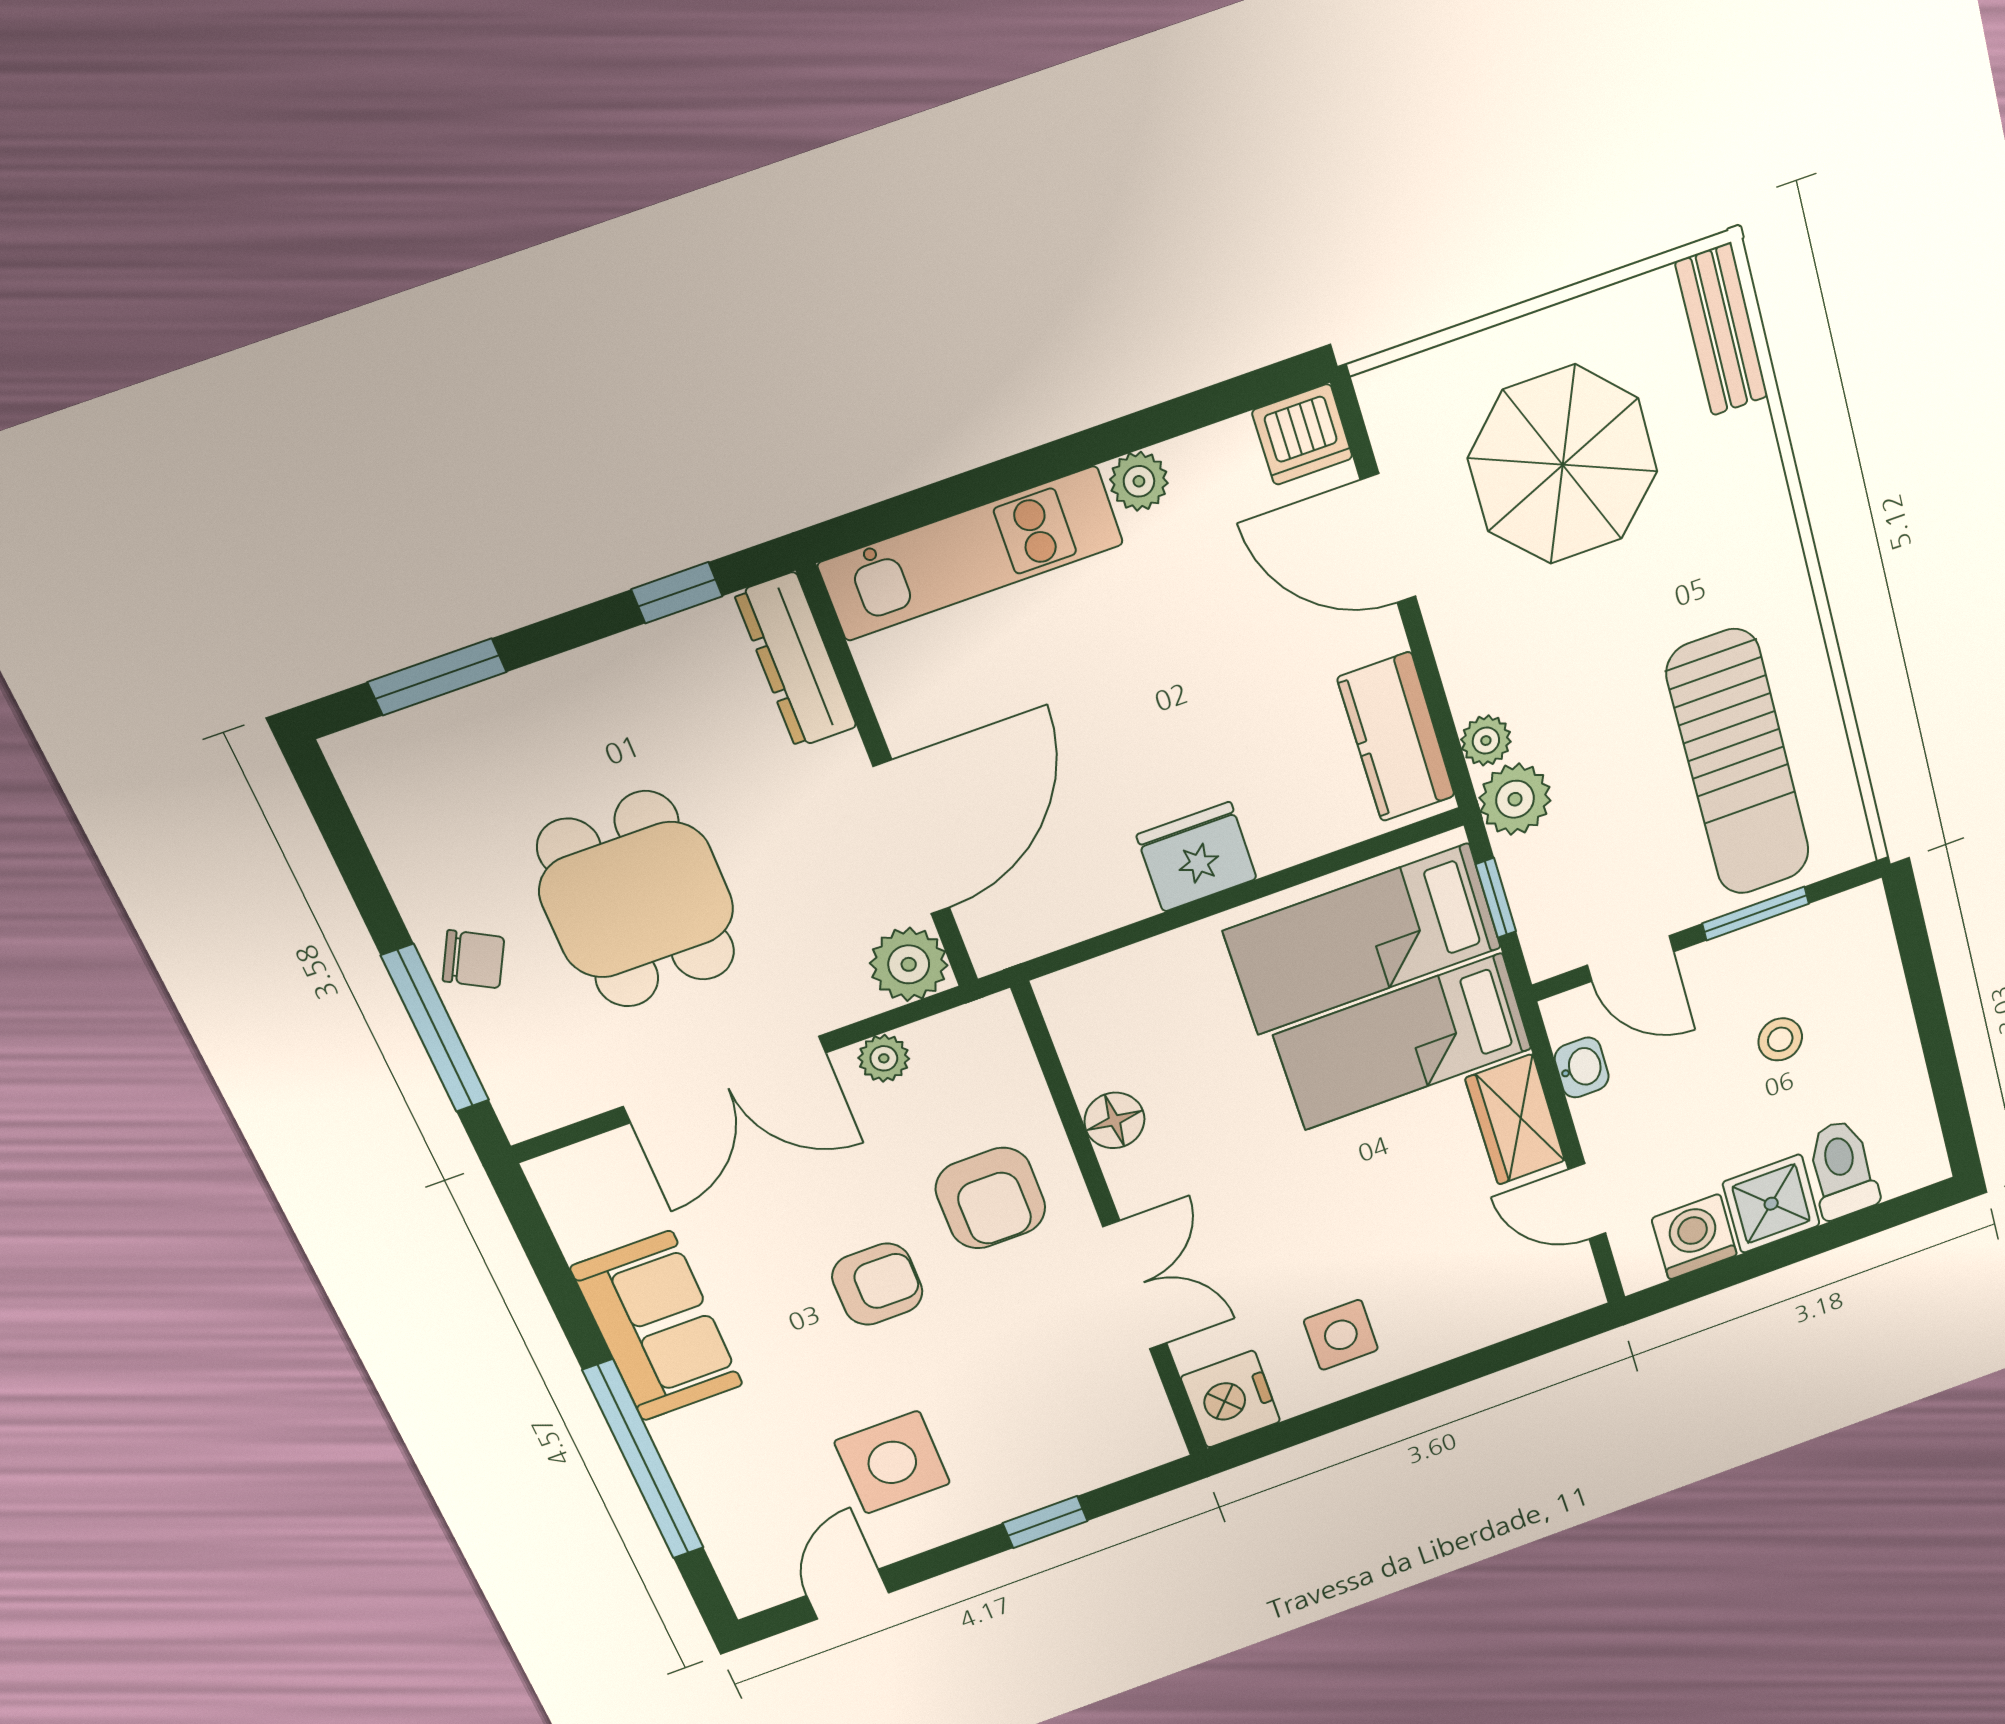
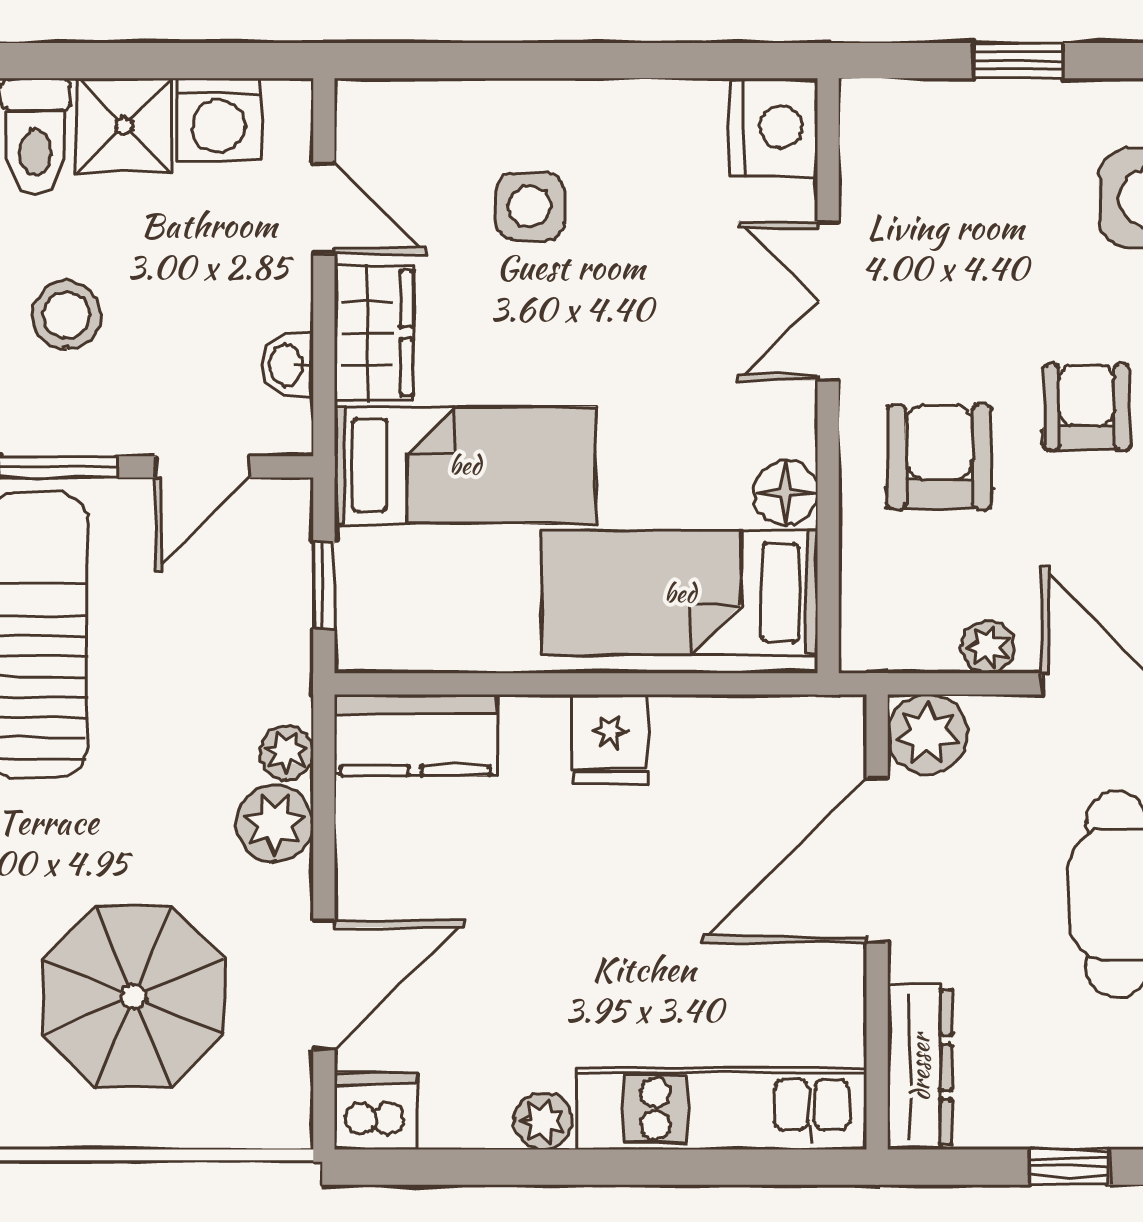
door: (1388, 539) -> (324, 985), hinge flipped
window: (677, 593) -> (1070, 1167), moved
kitchen counter: (1396, 737) -> (415, 735), moved, turned 90
plant: (1515, 799) -> (275, 823), moved
fridge: (1197, 857) -> (610, 739), width x0.72
bed: (1363, 939) -> (680, 593), moved, turned 180
door: (1631, 958) -> (203, 467), swing flipped
stool: (1780, 1039) -> (67, 315), width x1.37, depth x1.37
armchair: (877, 1284) -> (1087, 407), turned 90
side table: (1341, 1335) -> (530, 207), moved

